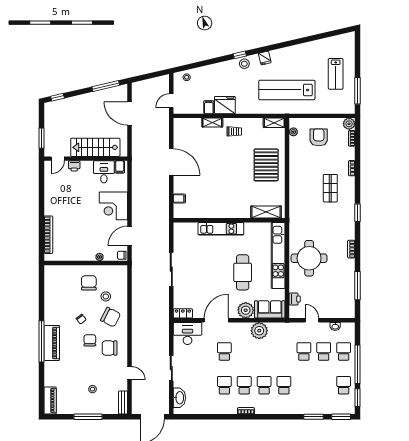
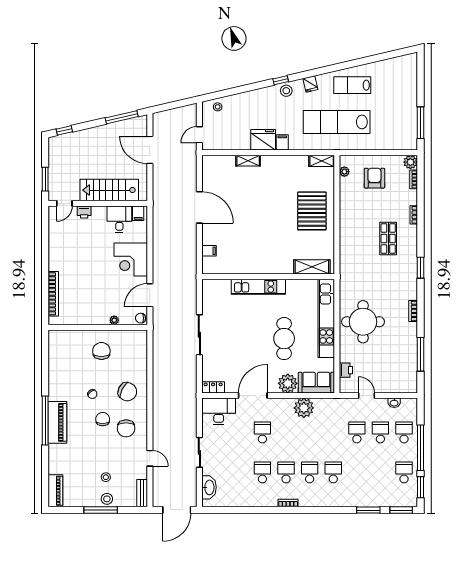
lab bench: (336, 74) -> (352, 85), moved, turned 90
filing cabinet: (209, 107) -> (282, 142), moved
trolley: (234, 131) -> (274, 171), removed
stool: (106, 296) -> (107, 499), moved
chair: (110, 348) -> (126, 428), turned -90

